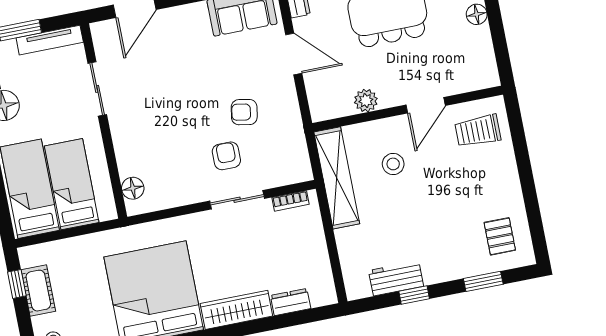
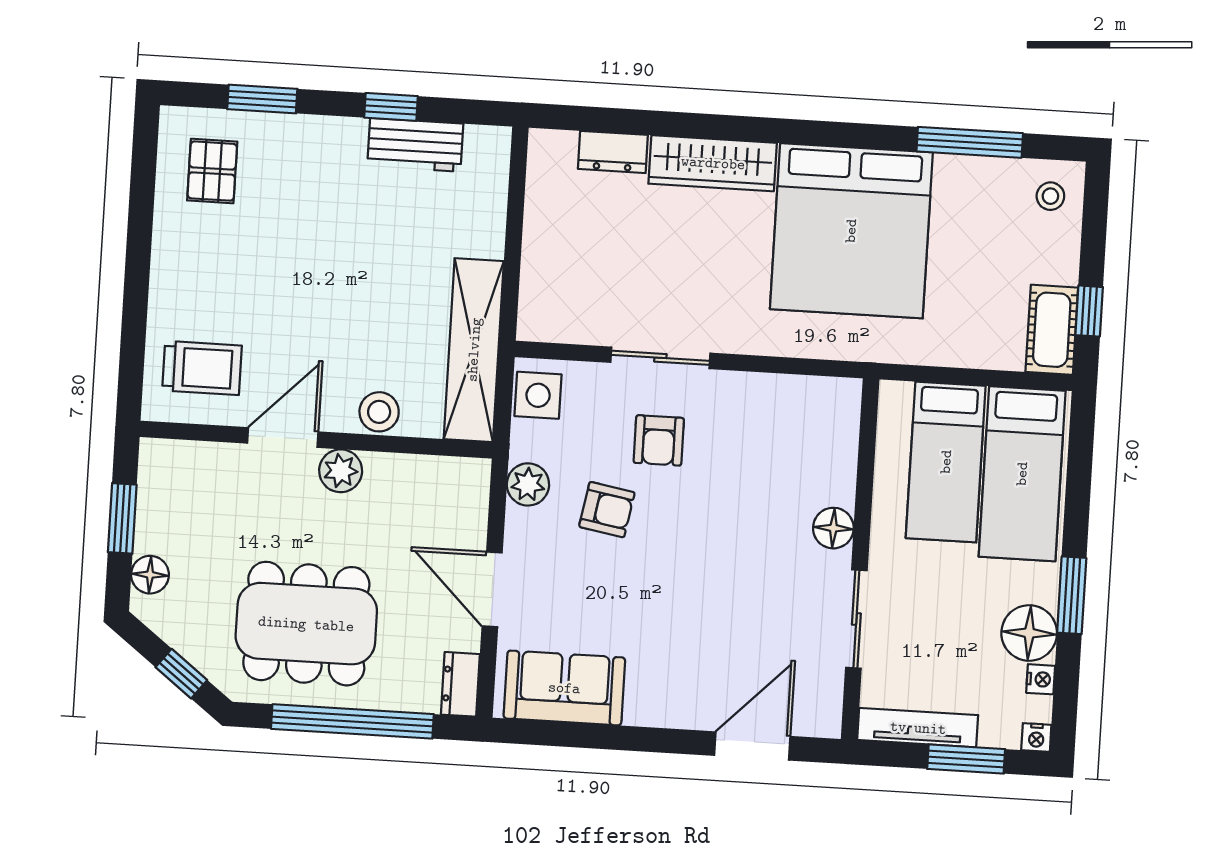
window: (499, 40) -> (122, 518), added
plant: (366, 101) -> (341, 471), moved
plant: (289, 114) -> (528, 484), added
side table: (296, 163) -> (538, 395), added
stool: (393, 164) -> (379, 412), moved
floor lamp: (133, 188) -> (833, 528), moved
bookcase: (290, 201) -> (566, 331), removed
cot: (38, 291) -> (1052, 330), moved

